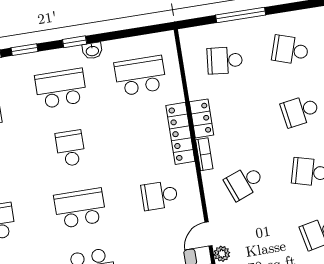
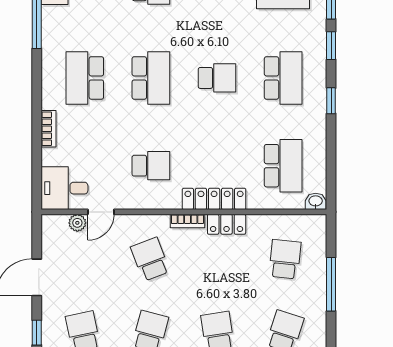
washbasin: (92, 51) -> (316, 201), moved, turned 90
school desk: (159, 195) -> (151, 166), turned 90
door: (209, 234) -> (101, 212), swing flipped

